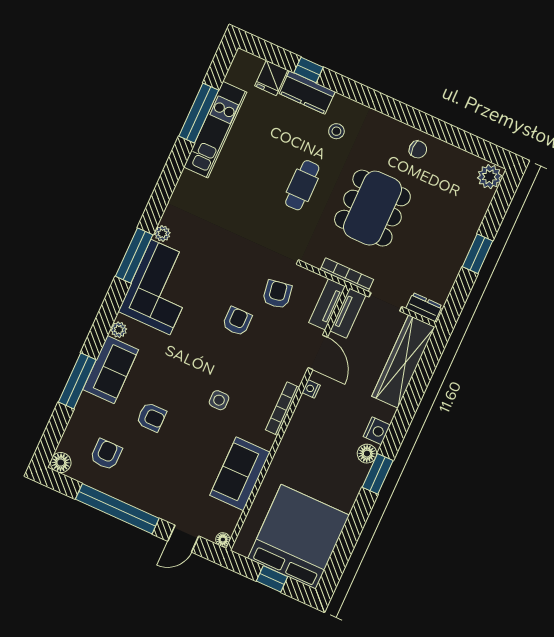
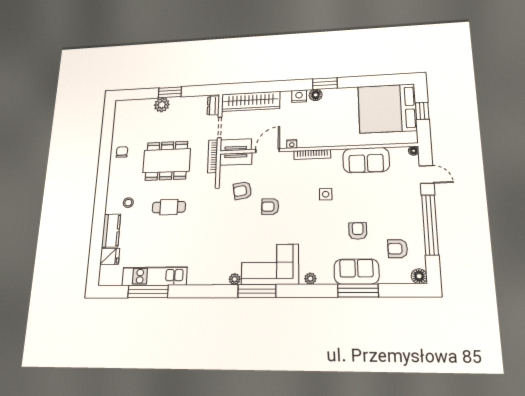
window: (309, 70) -> (97, 236), removed
plant: (490, 177) -> (162, 105), moved
sofa: (111, 370) -> (356, 272), moved

